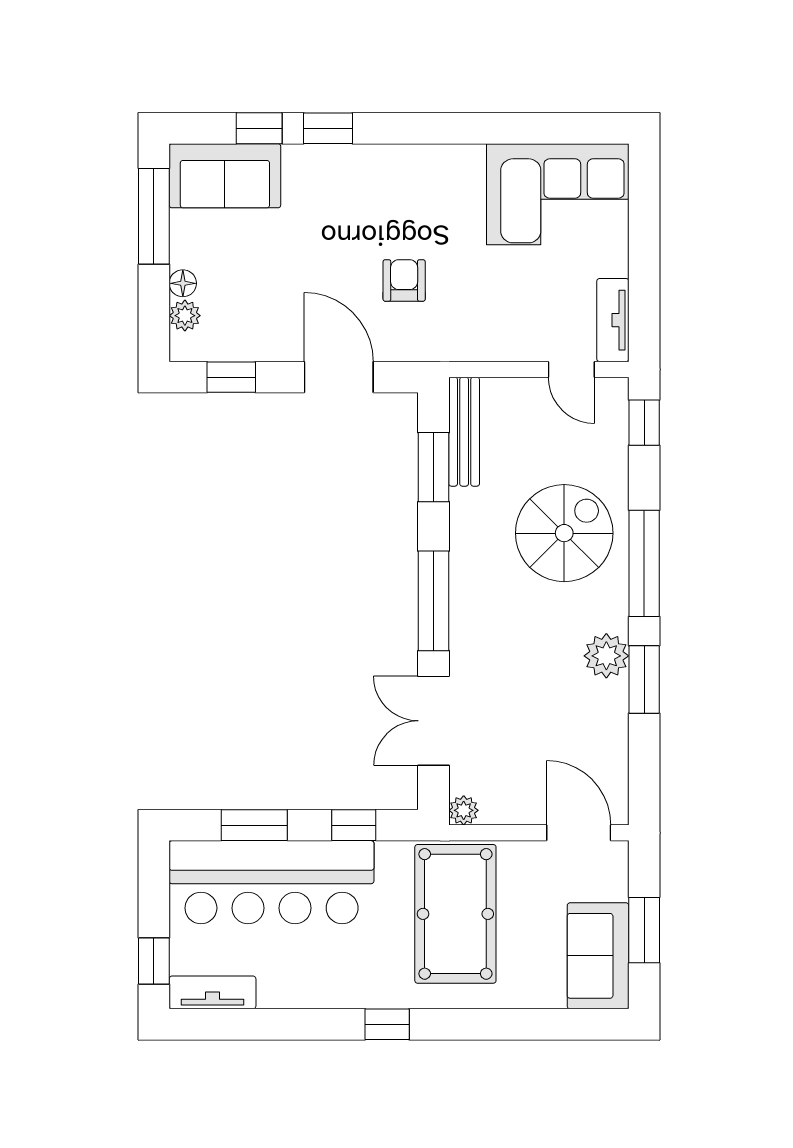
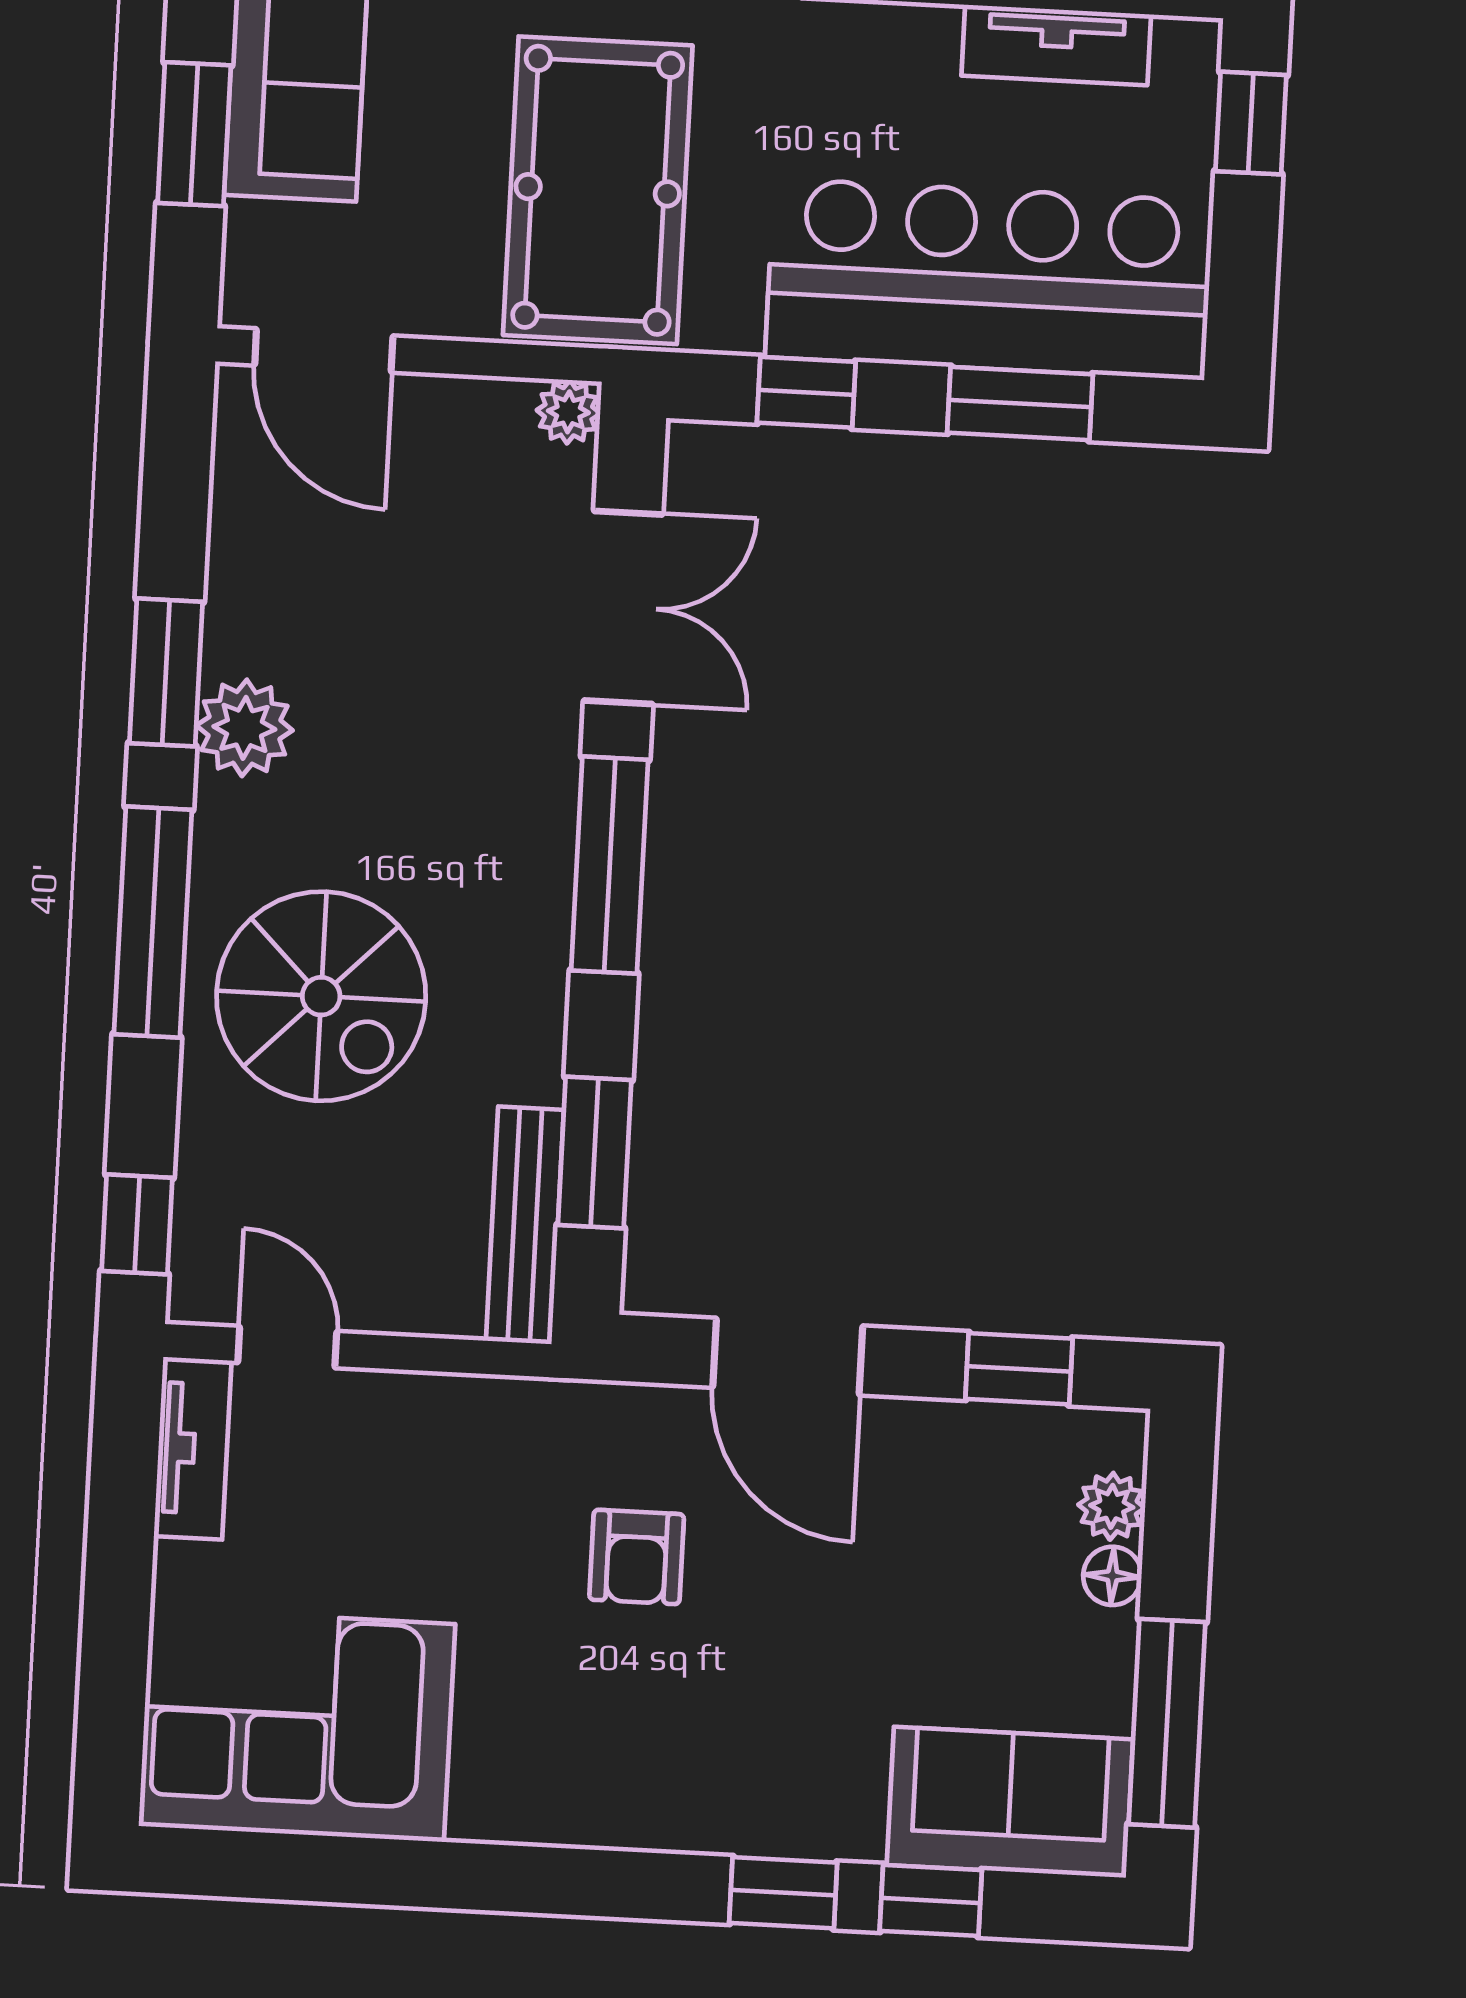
spiral stairs: (564, 533) -> (321, 996), turned -90
tv unit: (213, 992) -> (1056, 45), moved

